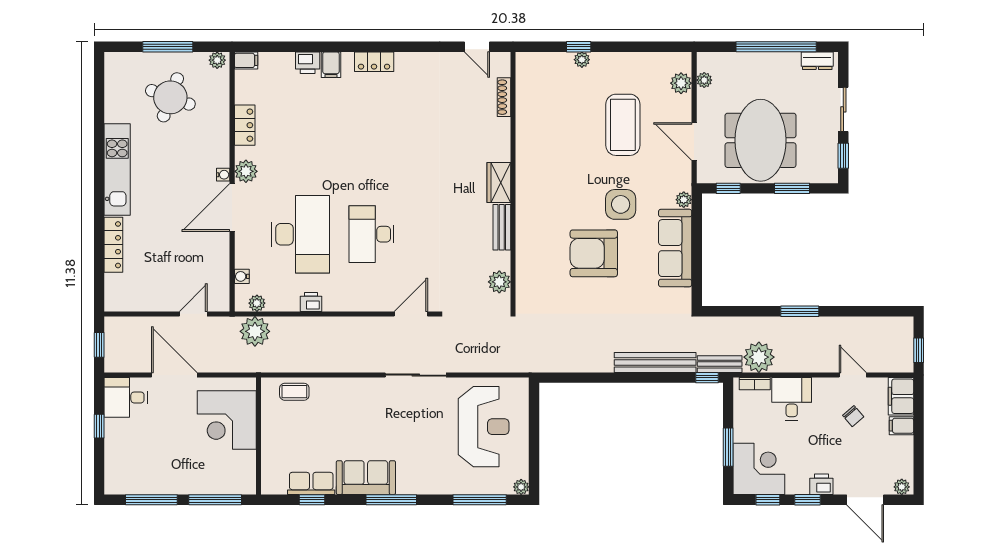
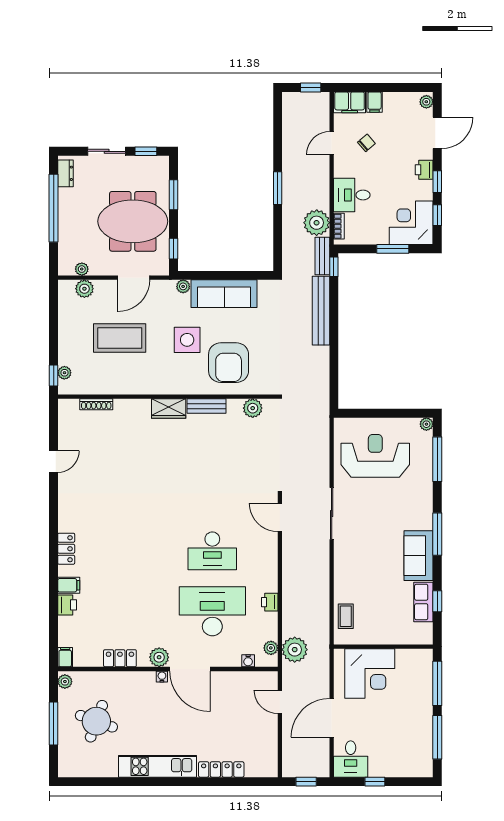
shoe rack: (504, 97) -> (96, 404), moved
wall: (513, 182) -> (168, 397), moved
wardrobe: (499, 183) -> (169, 409), moved
bench: (502, 227) -> (206, 406), moved
plant: (499, 282) -> (253, 408), moved

